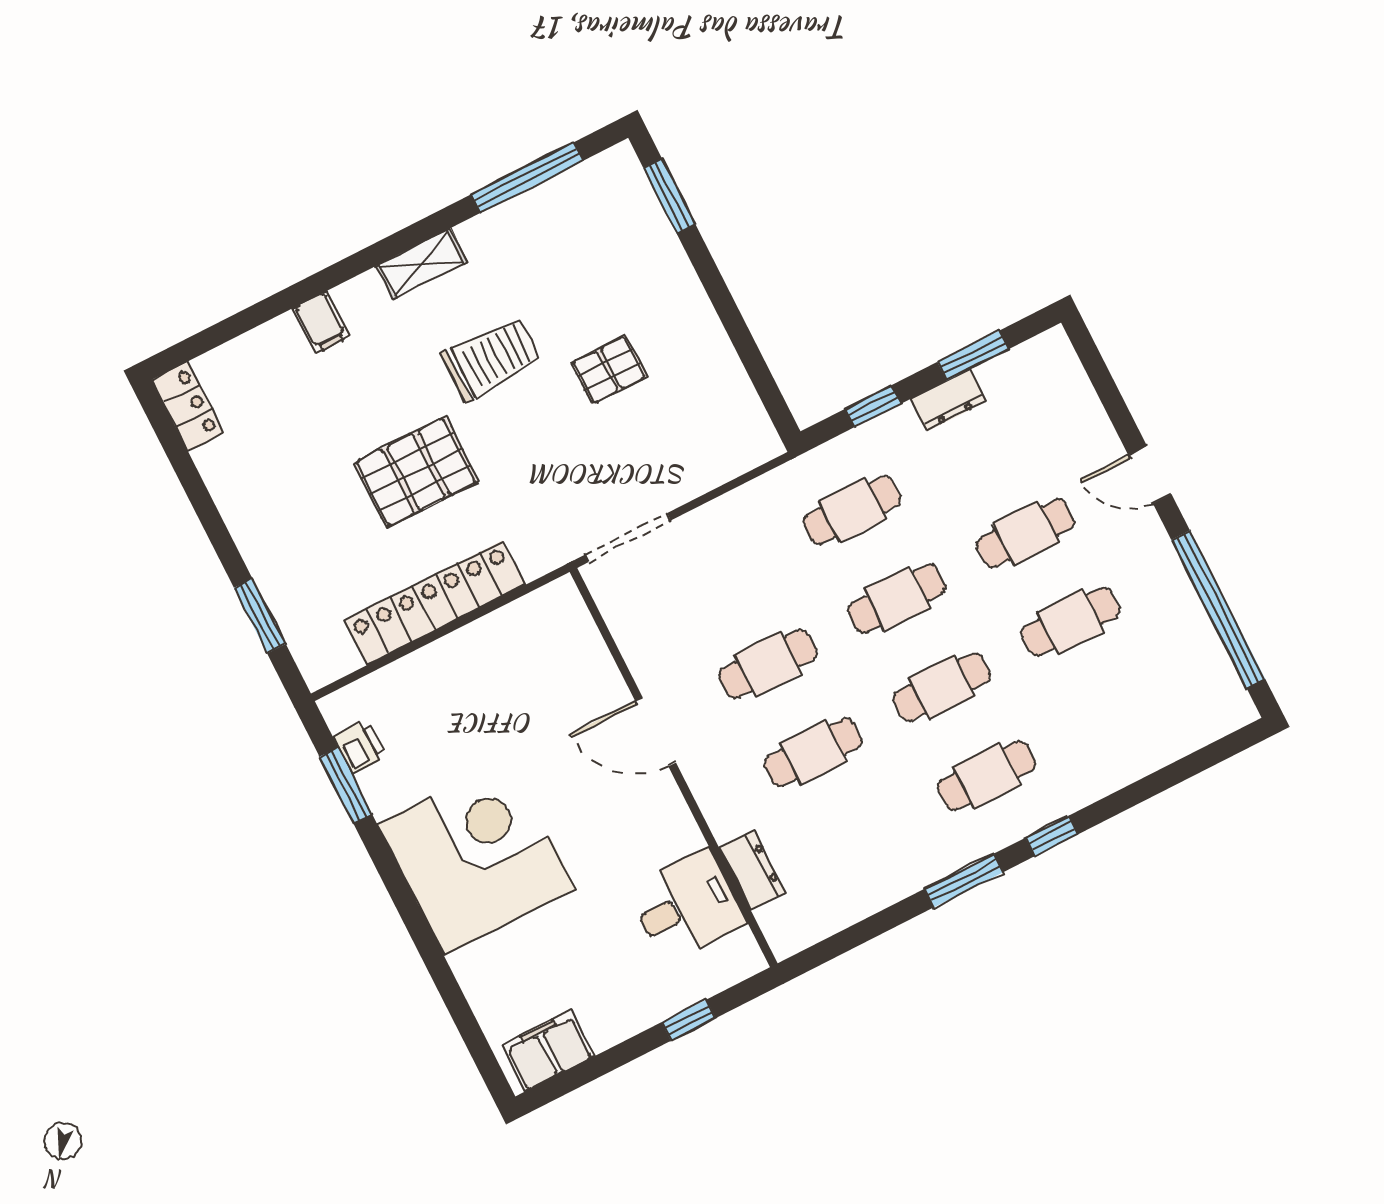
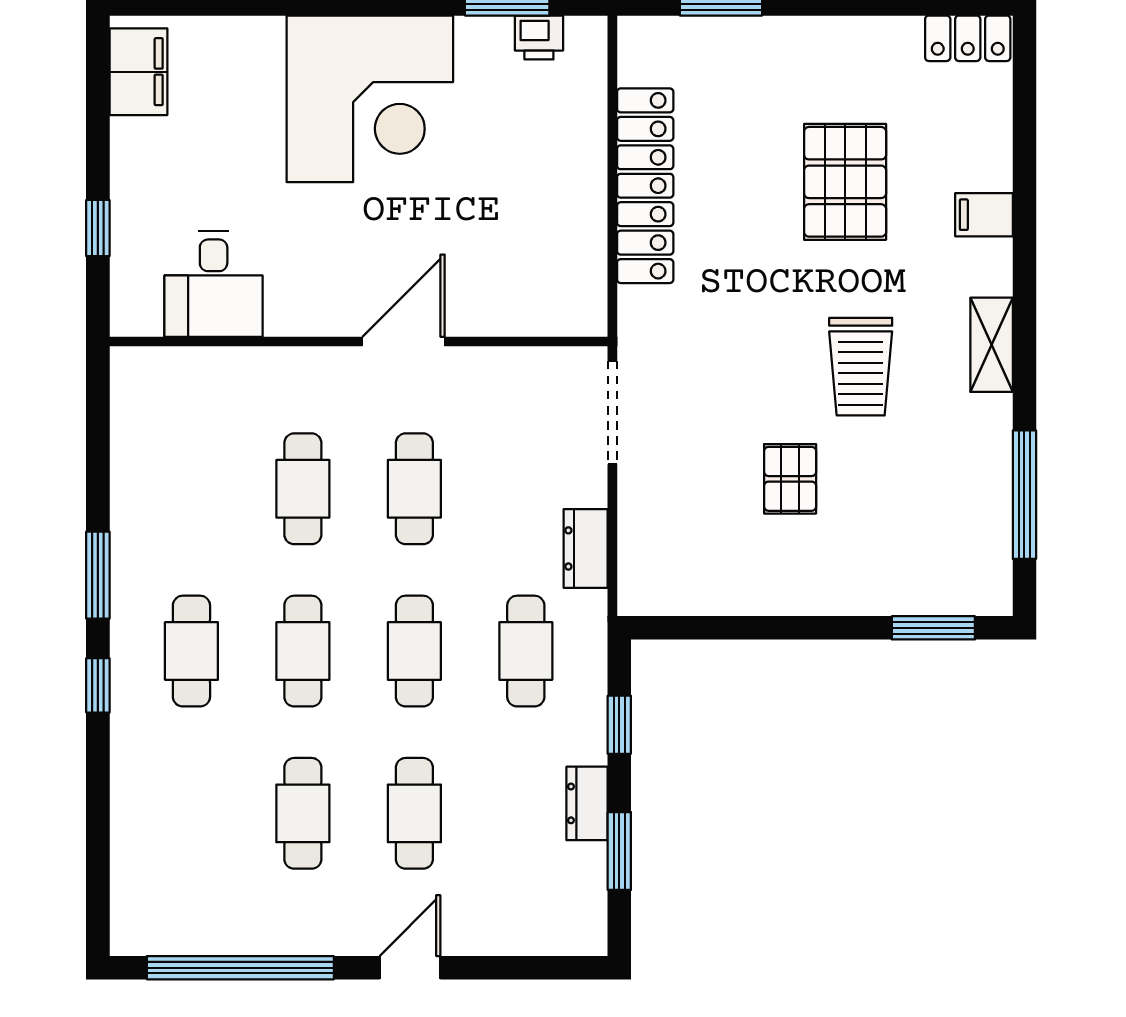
pallet: (416, 472) -> (845, 182), moved
dresser: (752, 870) -> (586, 548), moved, turned 90

